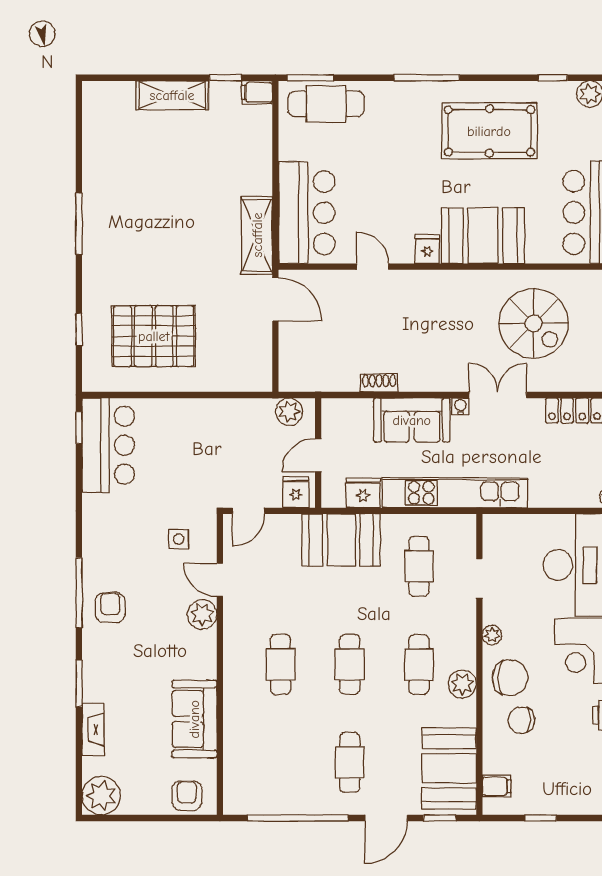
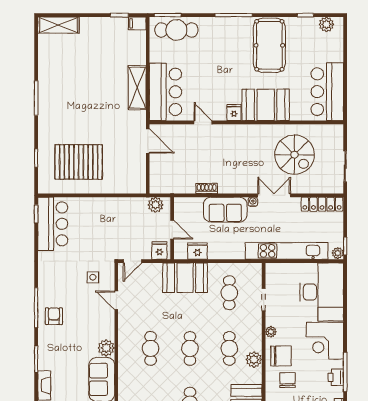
shelving: (172, 95) -> (58, 25), moved
pool table: (489, 131) -> (269, 45), turned 90
shelving: (257, 235) -> (137, 88), moved
door: (318, 455) -> (172, 230), swing flipped
kitchen unit: (455, 493) -> (287, 251), moved
plant: (202, 614) -> (106, 348), moved
chair: (521, 720) -> (288, 380), turned 90

